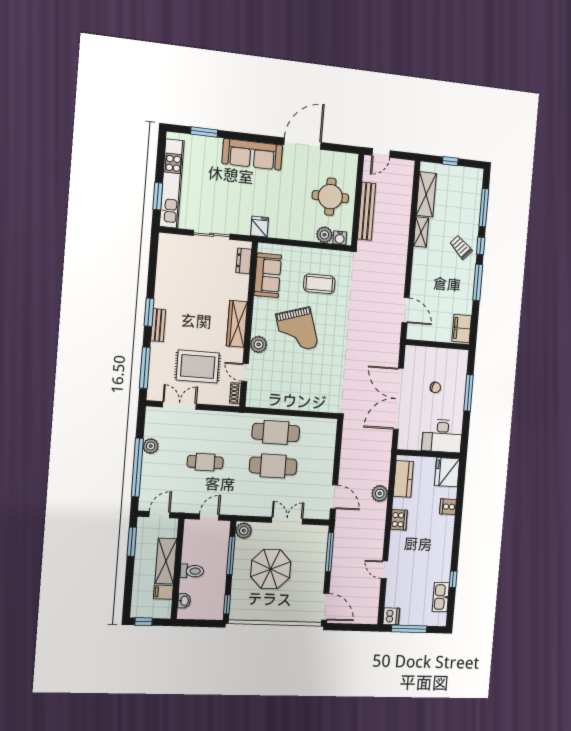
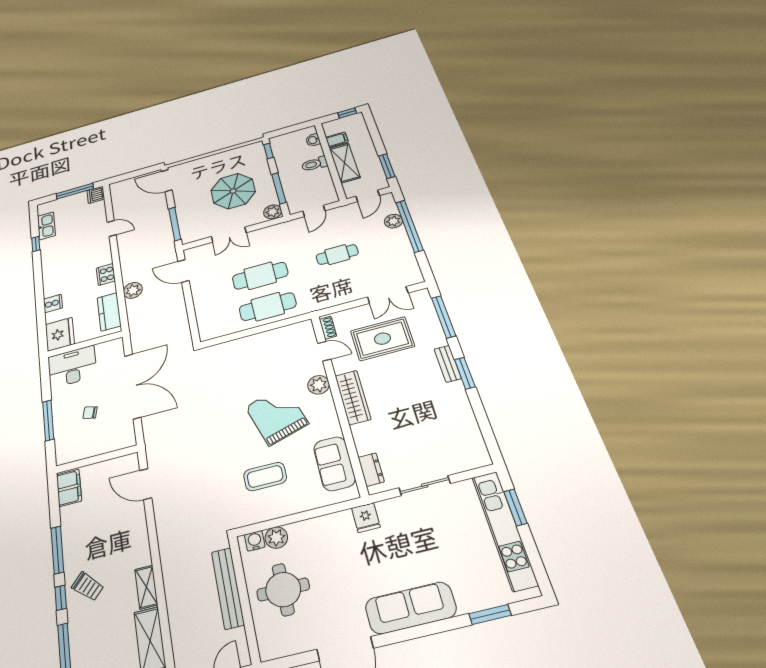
plant: (151, 446) -> (393, 221), moved

